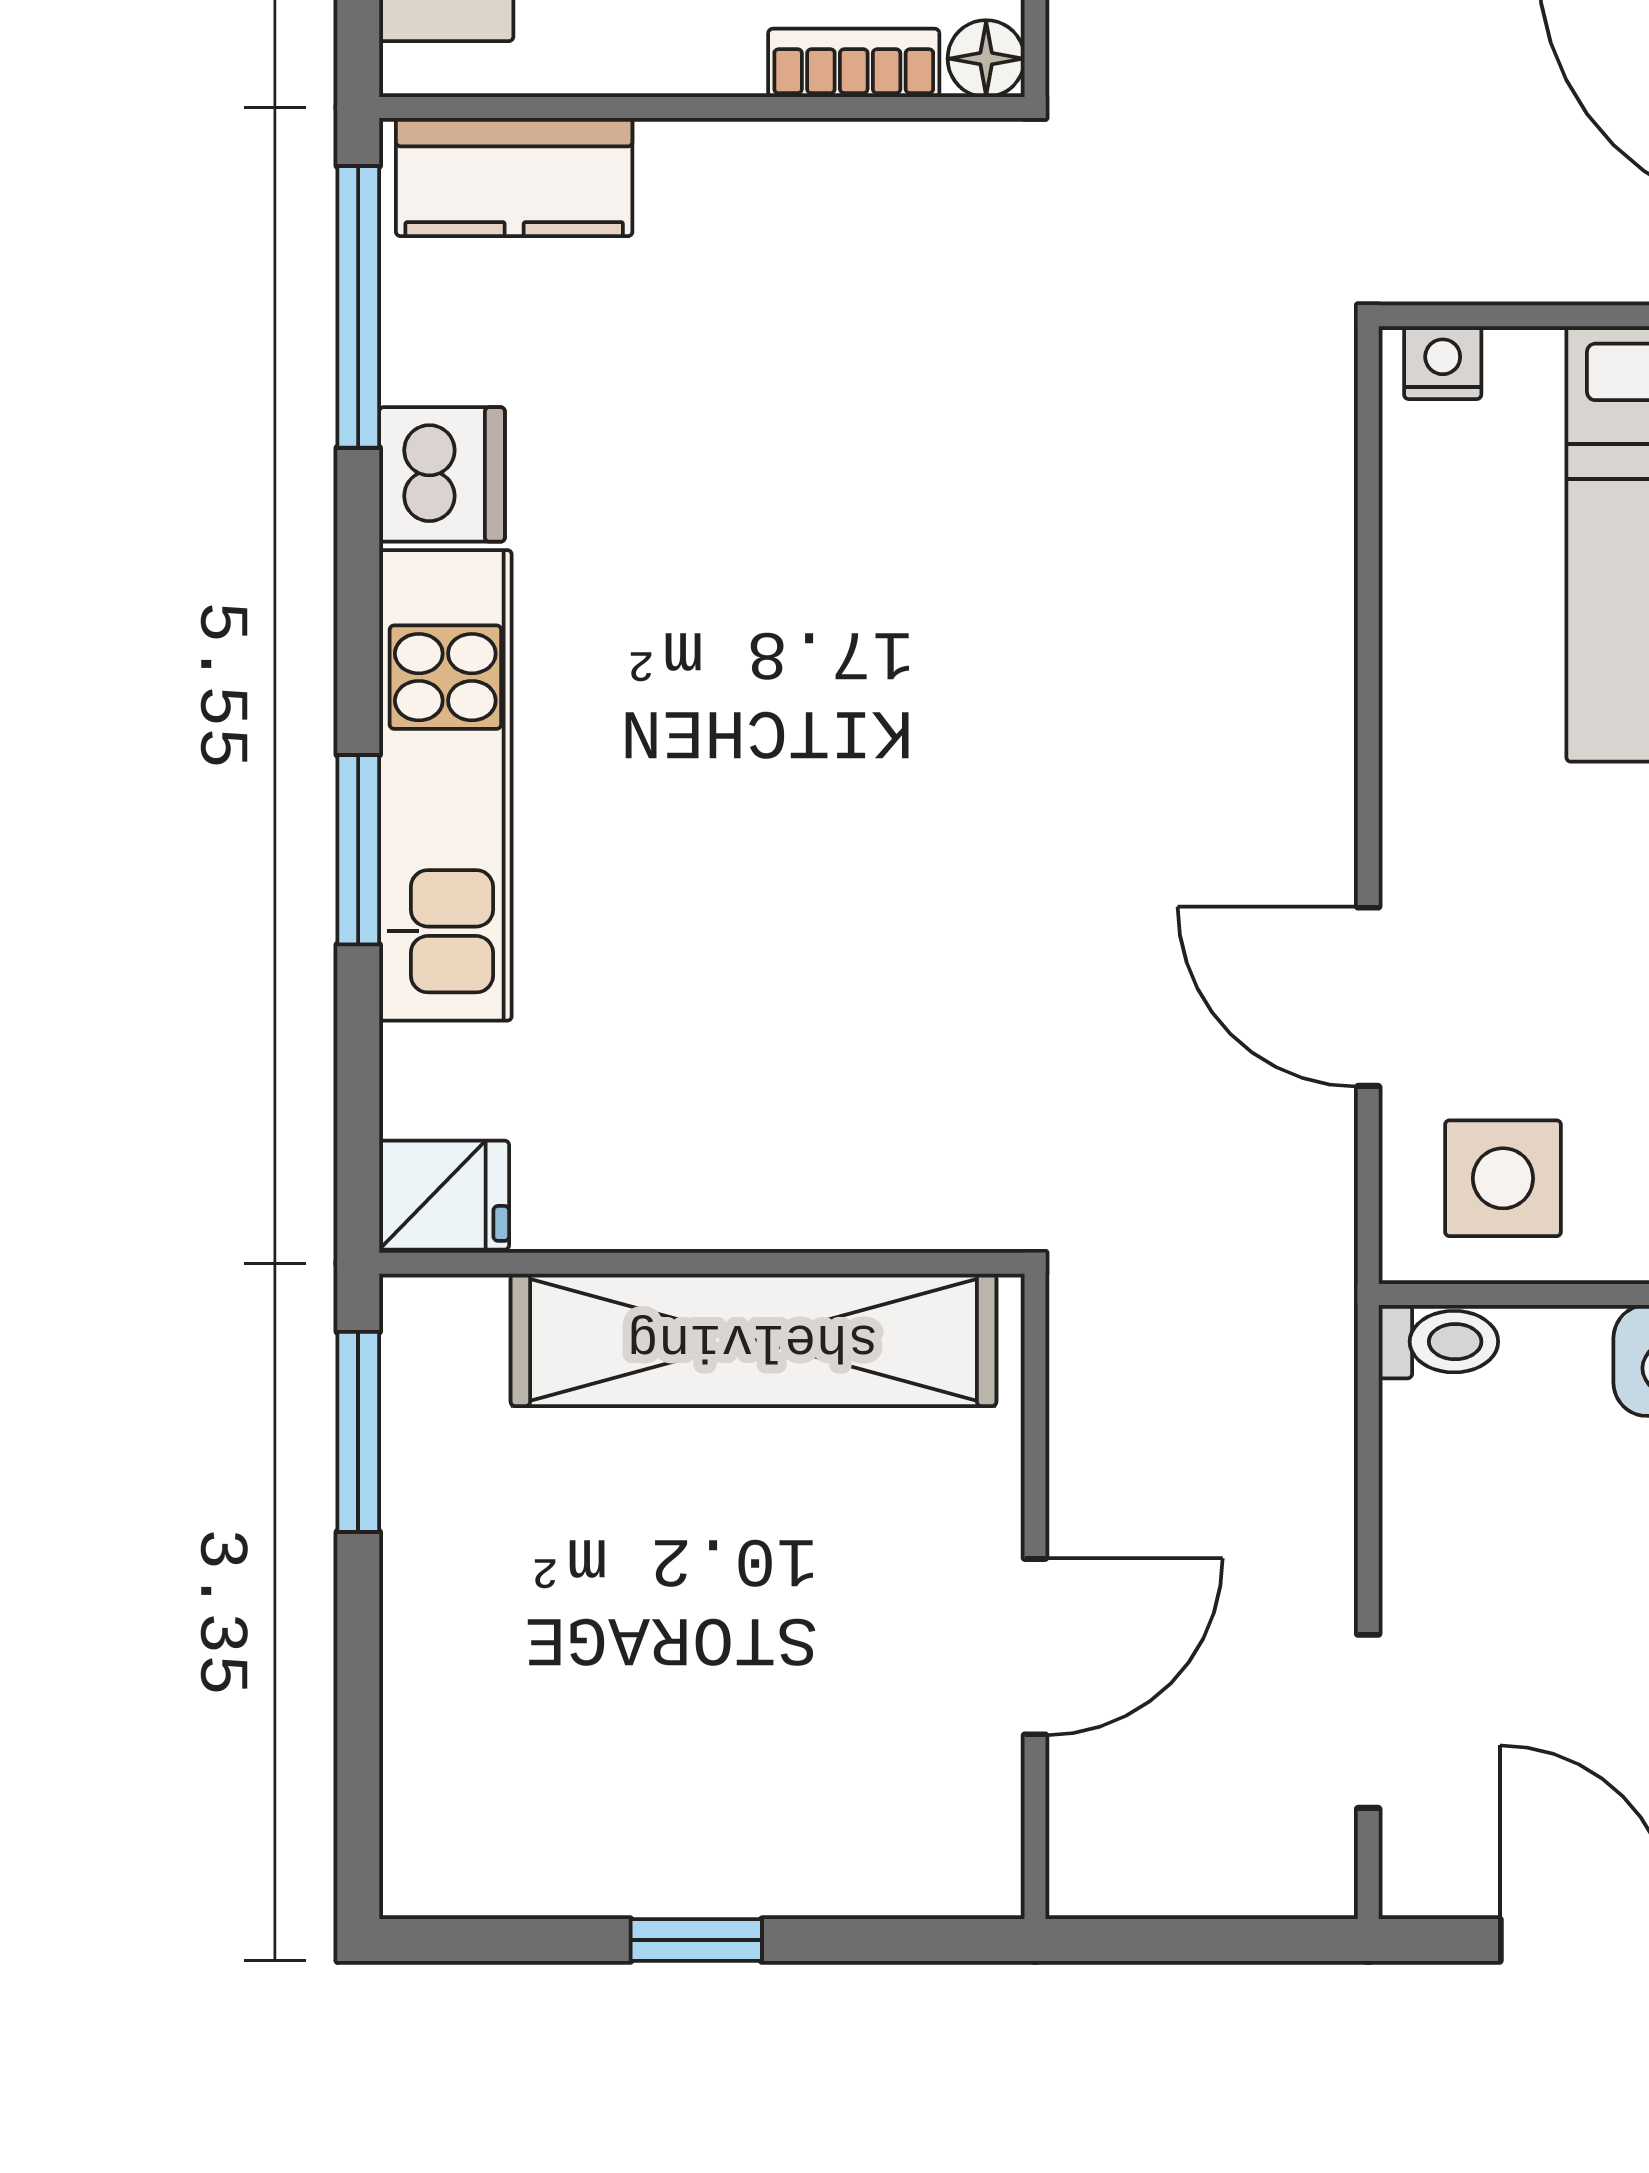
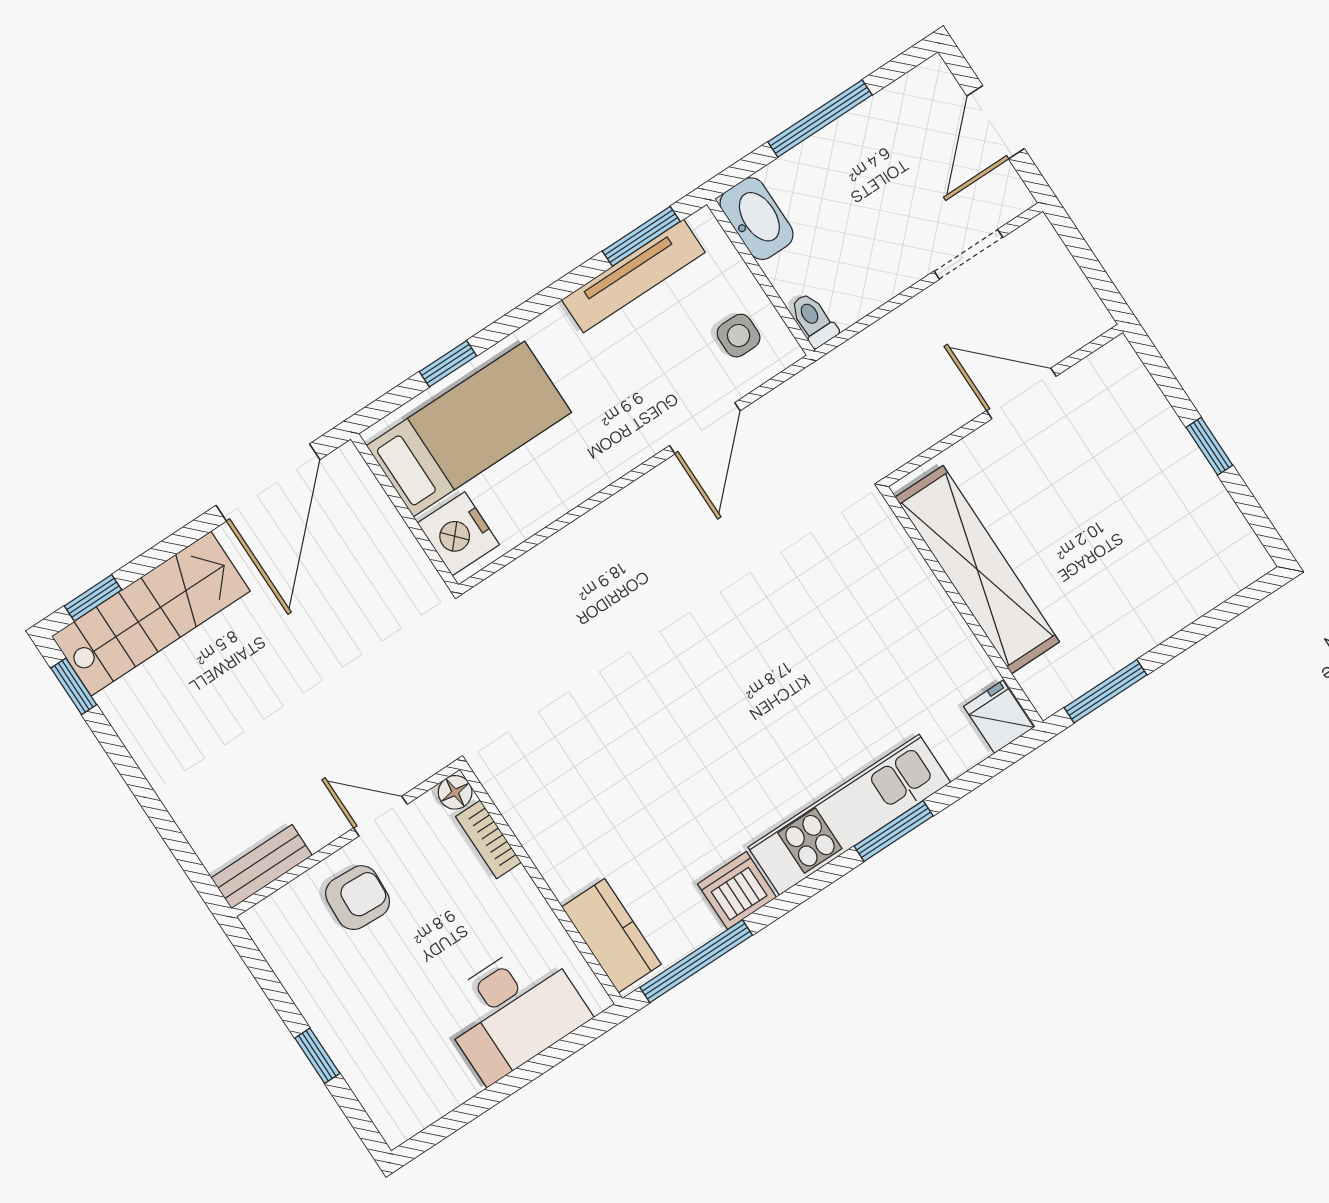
nightstand: (1443, 363) -> (458, 534), width x1.89, depth x1.79
side table: (1503, 1178) -> (739, 336), width x0.73, depth x0.73

